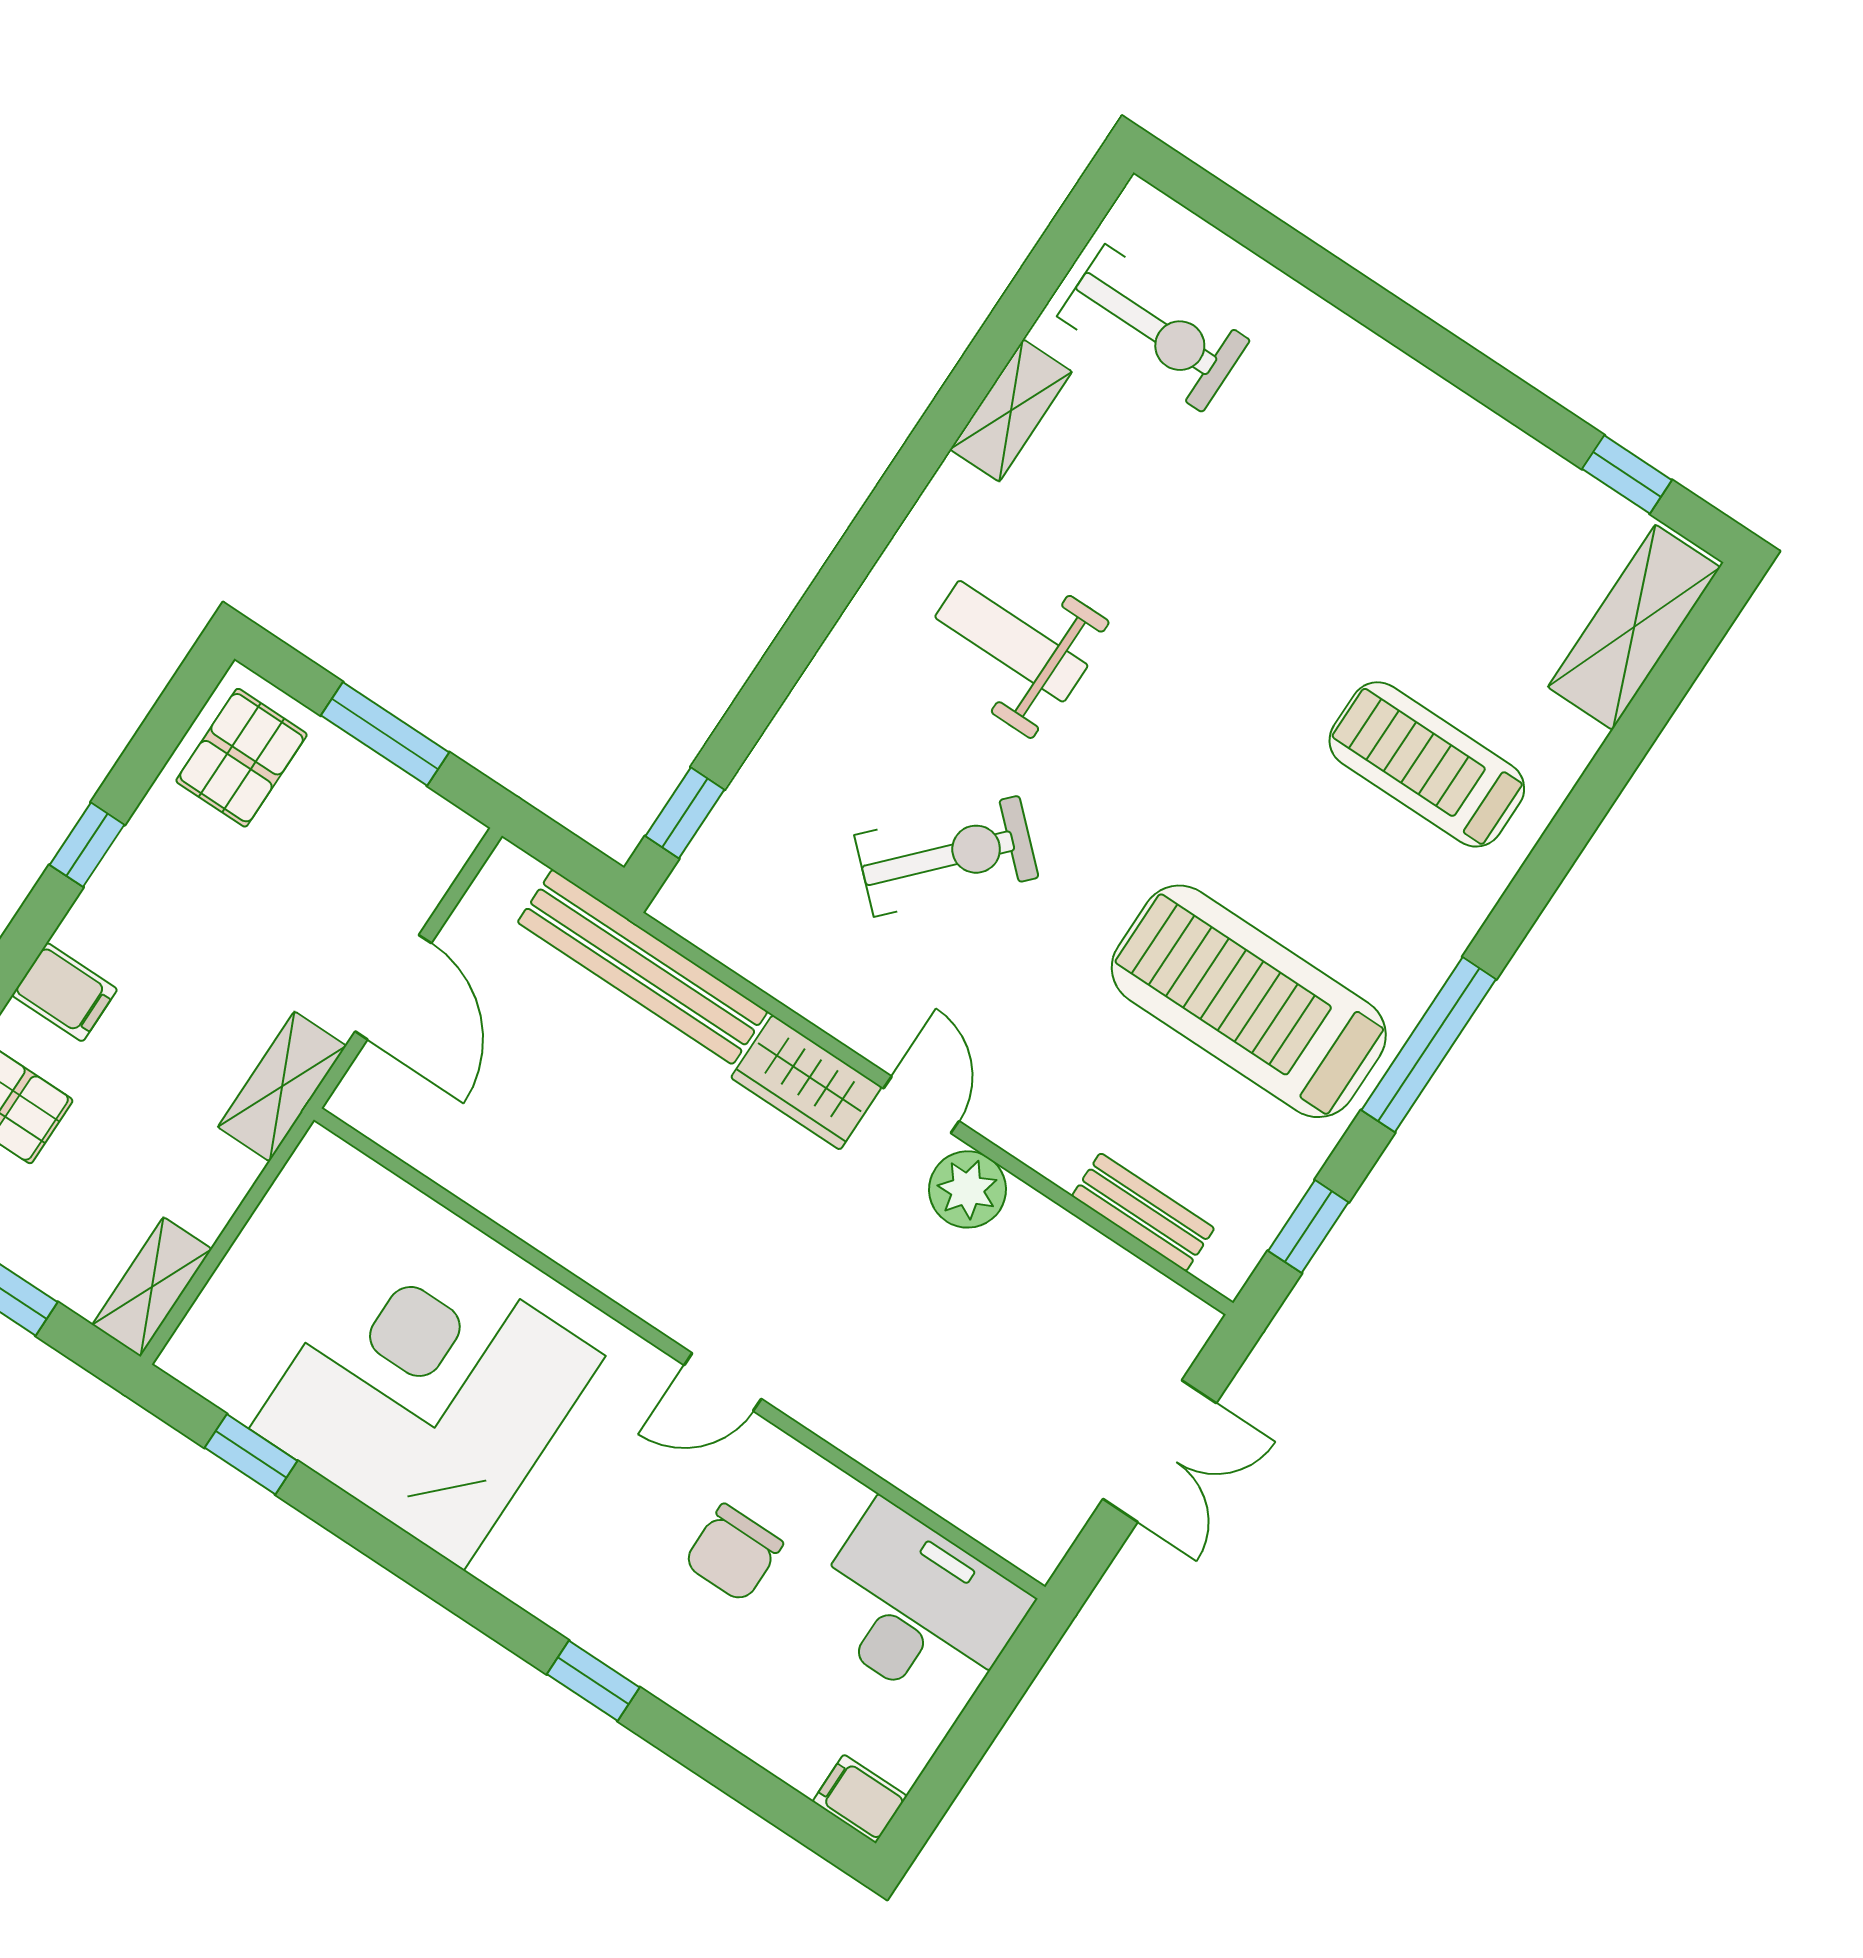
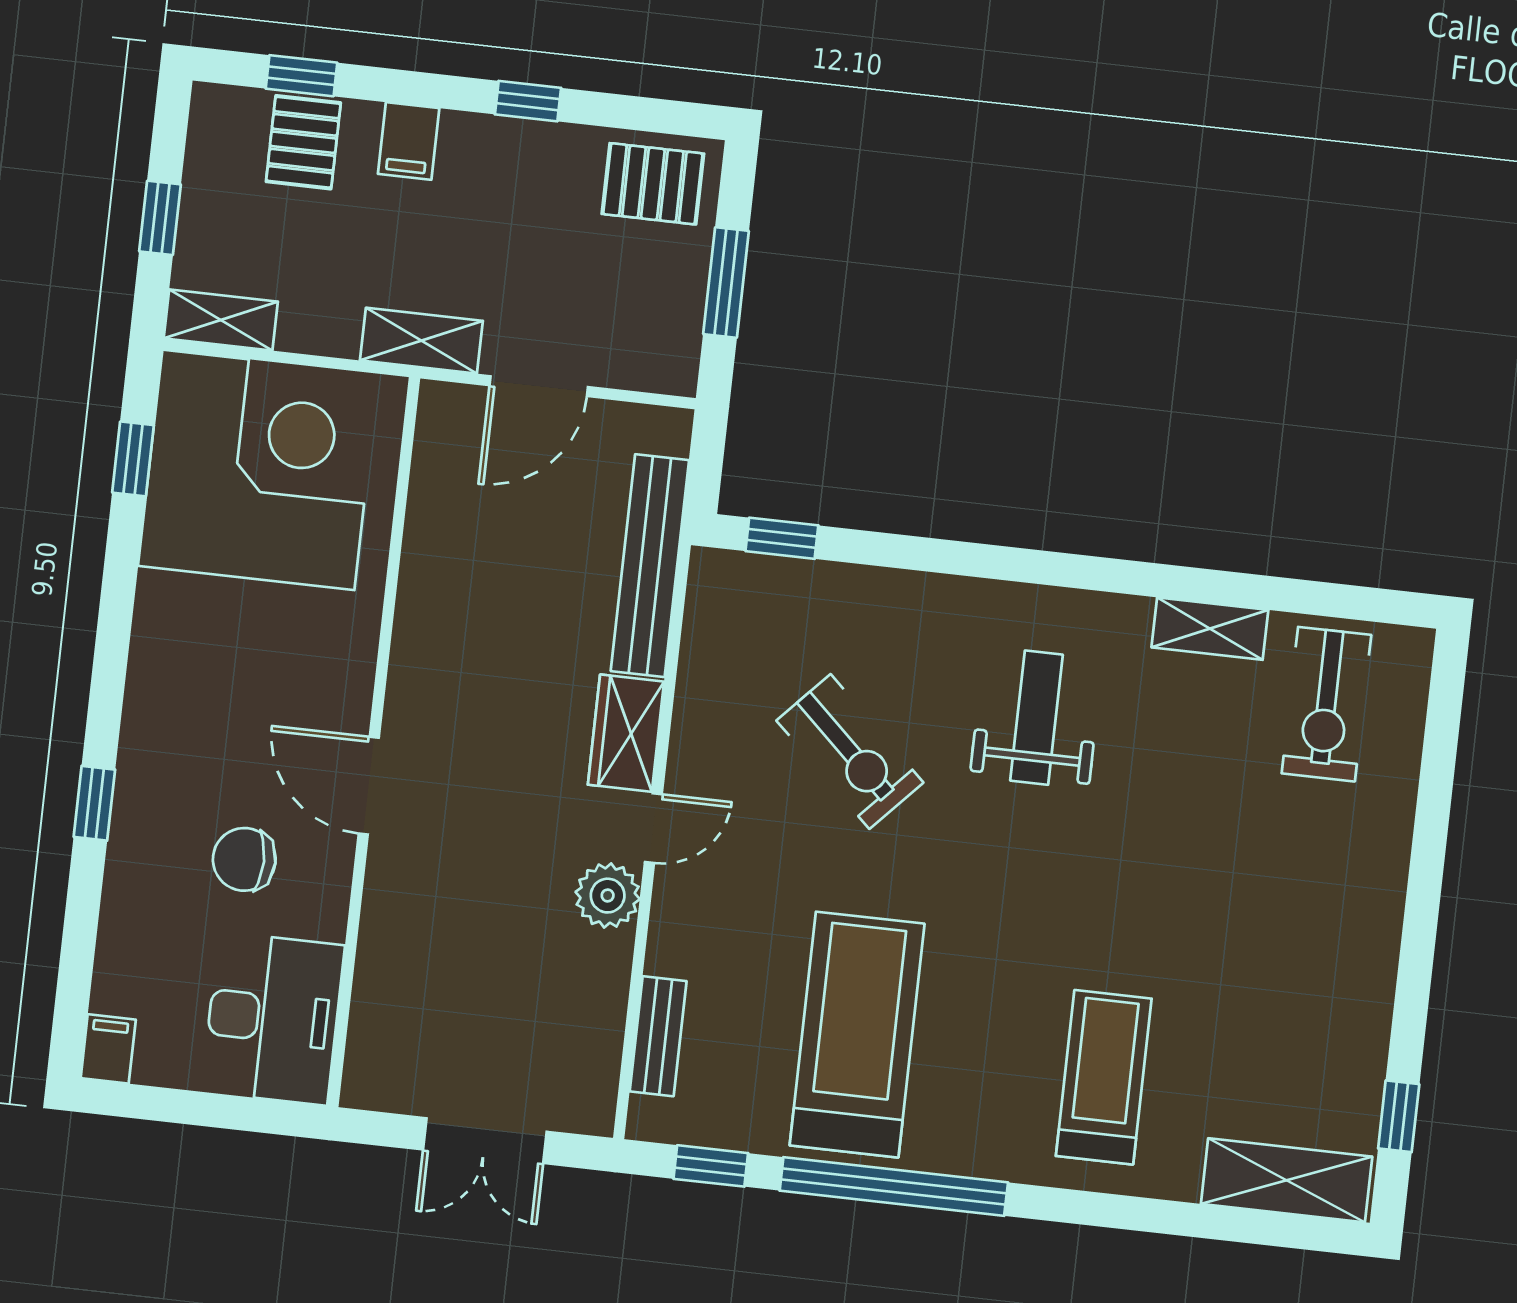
window: (1429, 1045) -> (894, 1186), width x1.46
door: (723, 1382) -> (369, 786), width x1.38
corner desk: (427, 1392) -> (258, 470), moved

